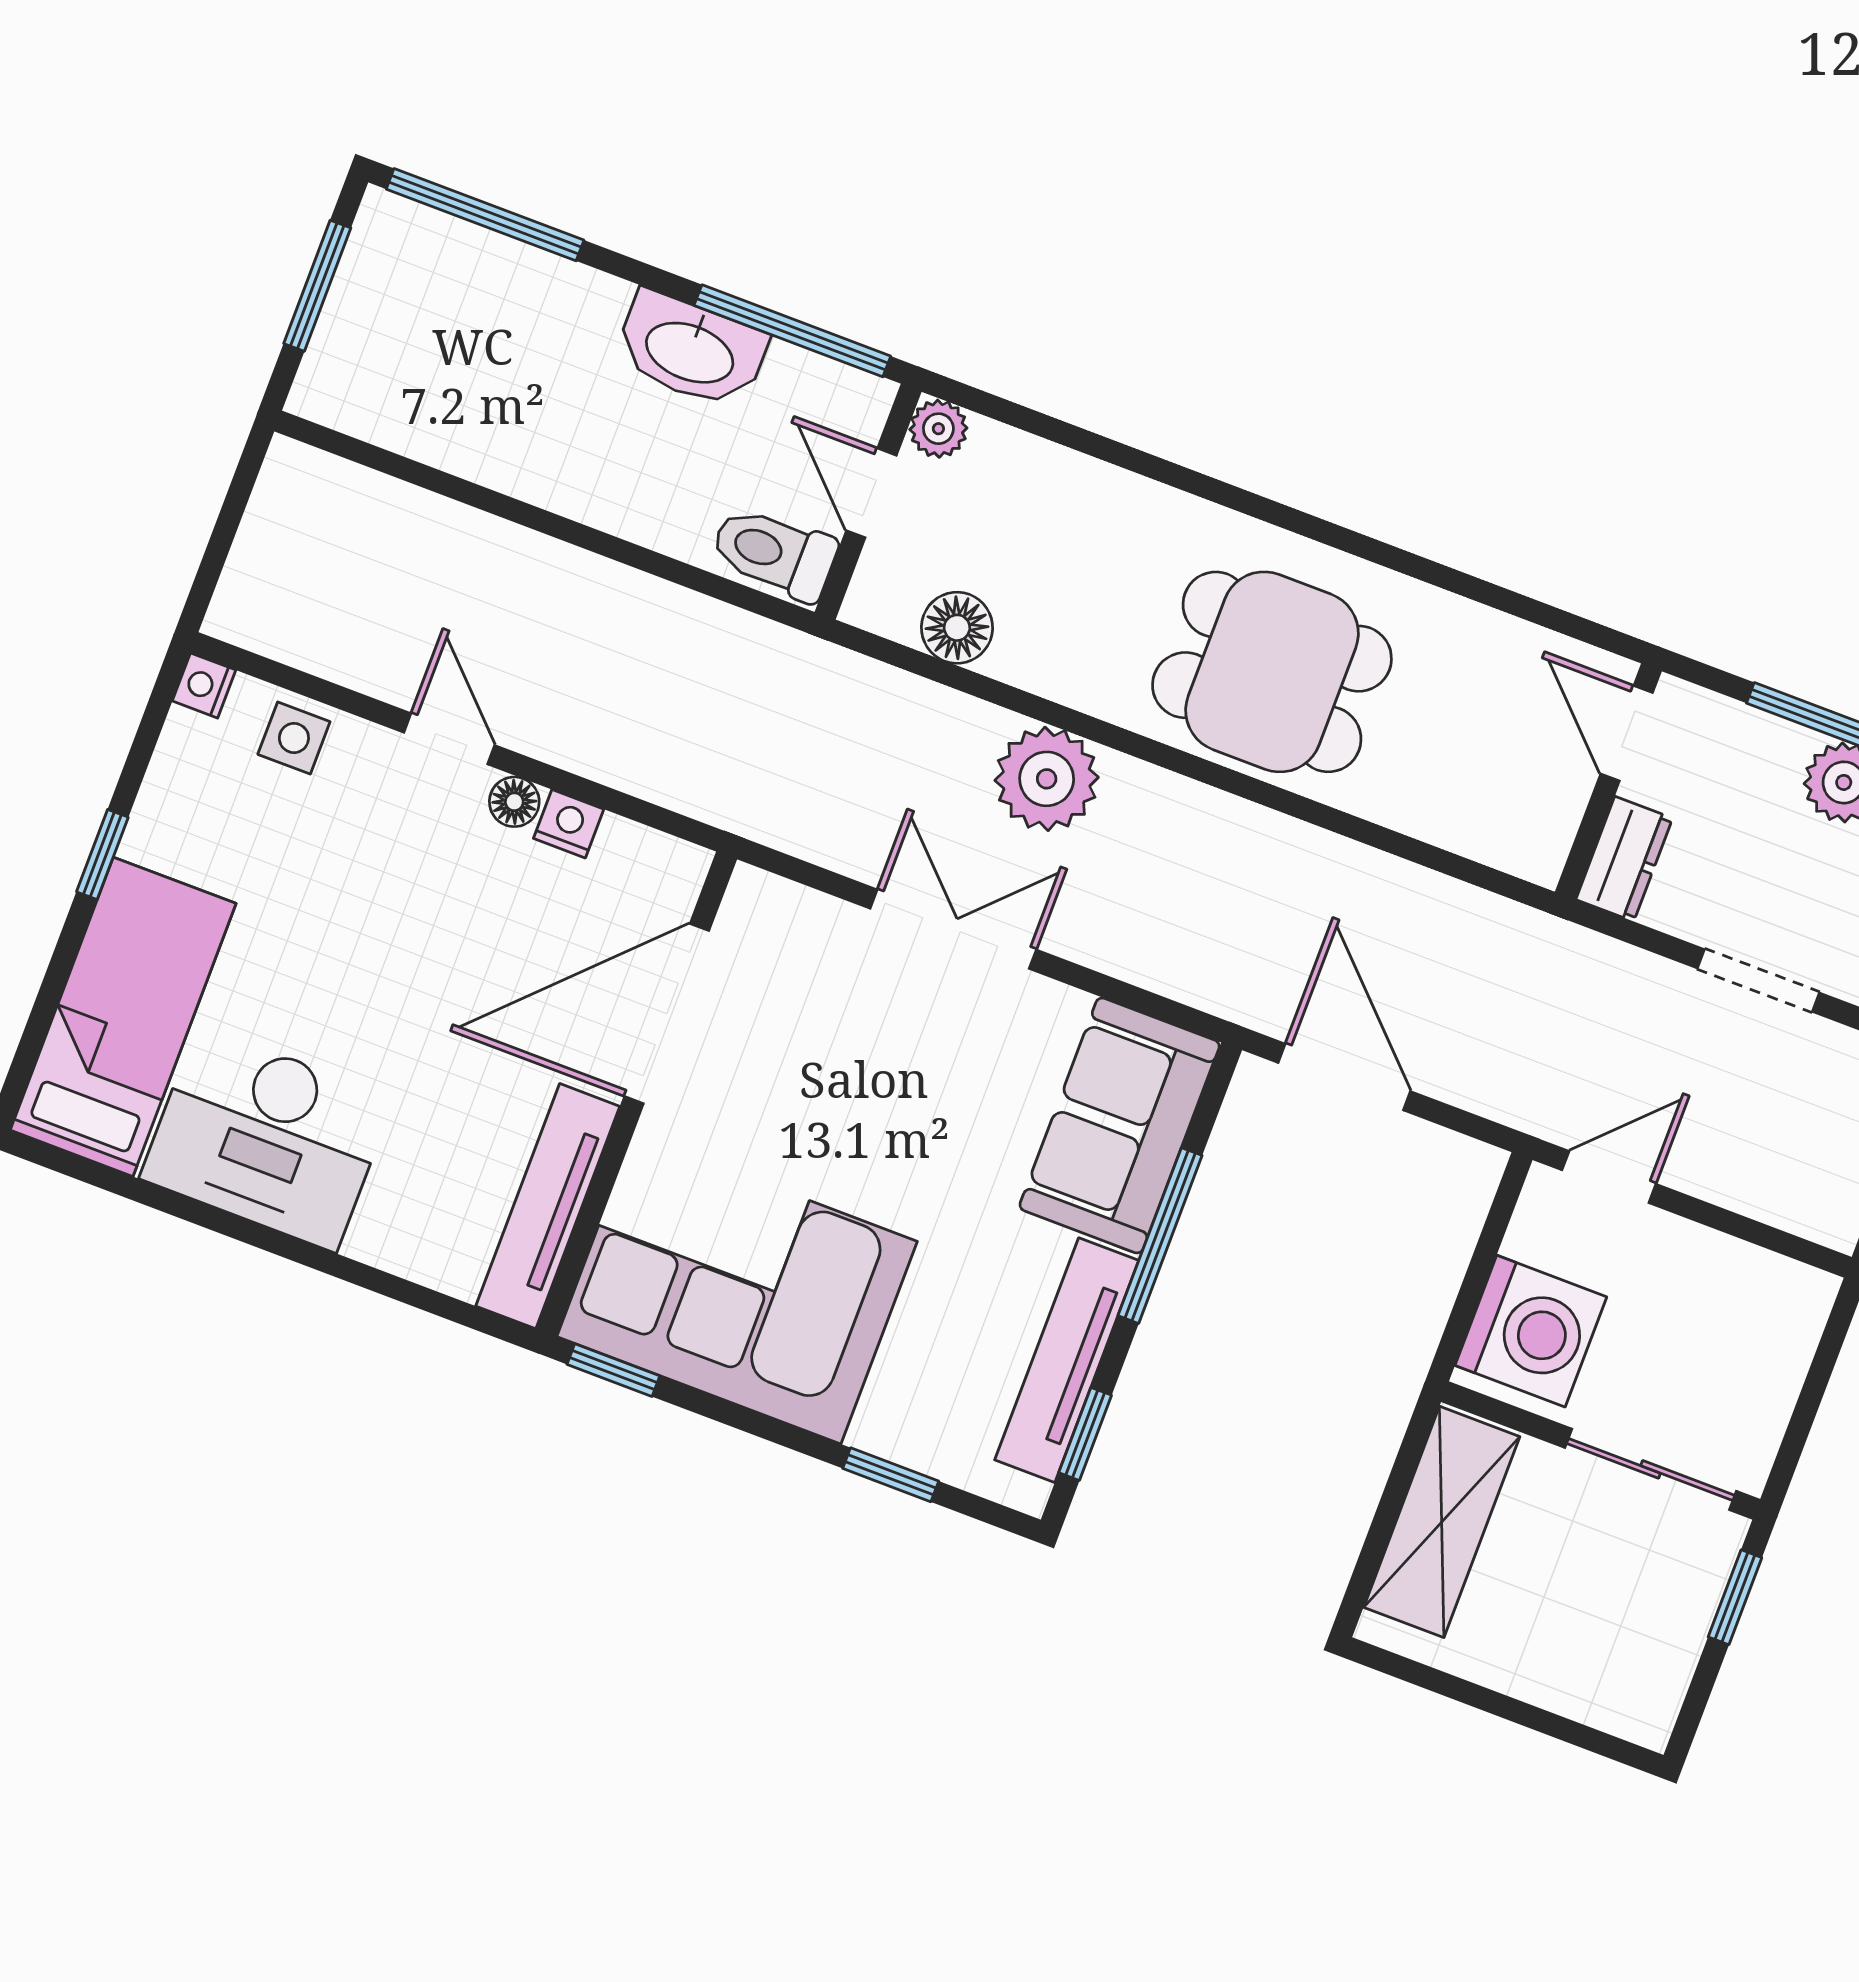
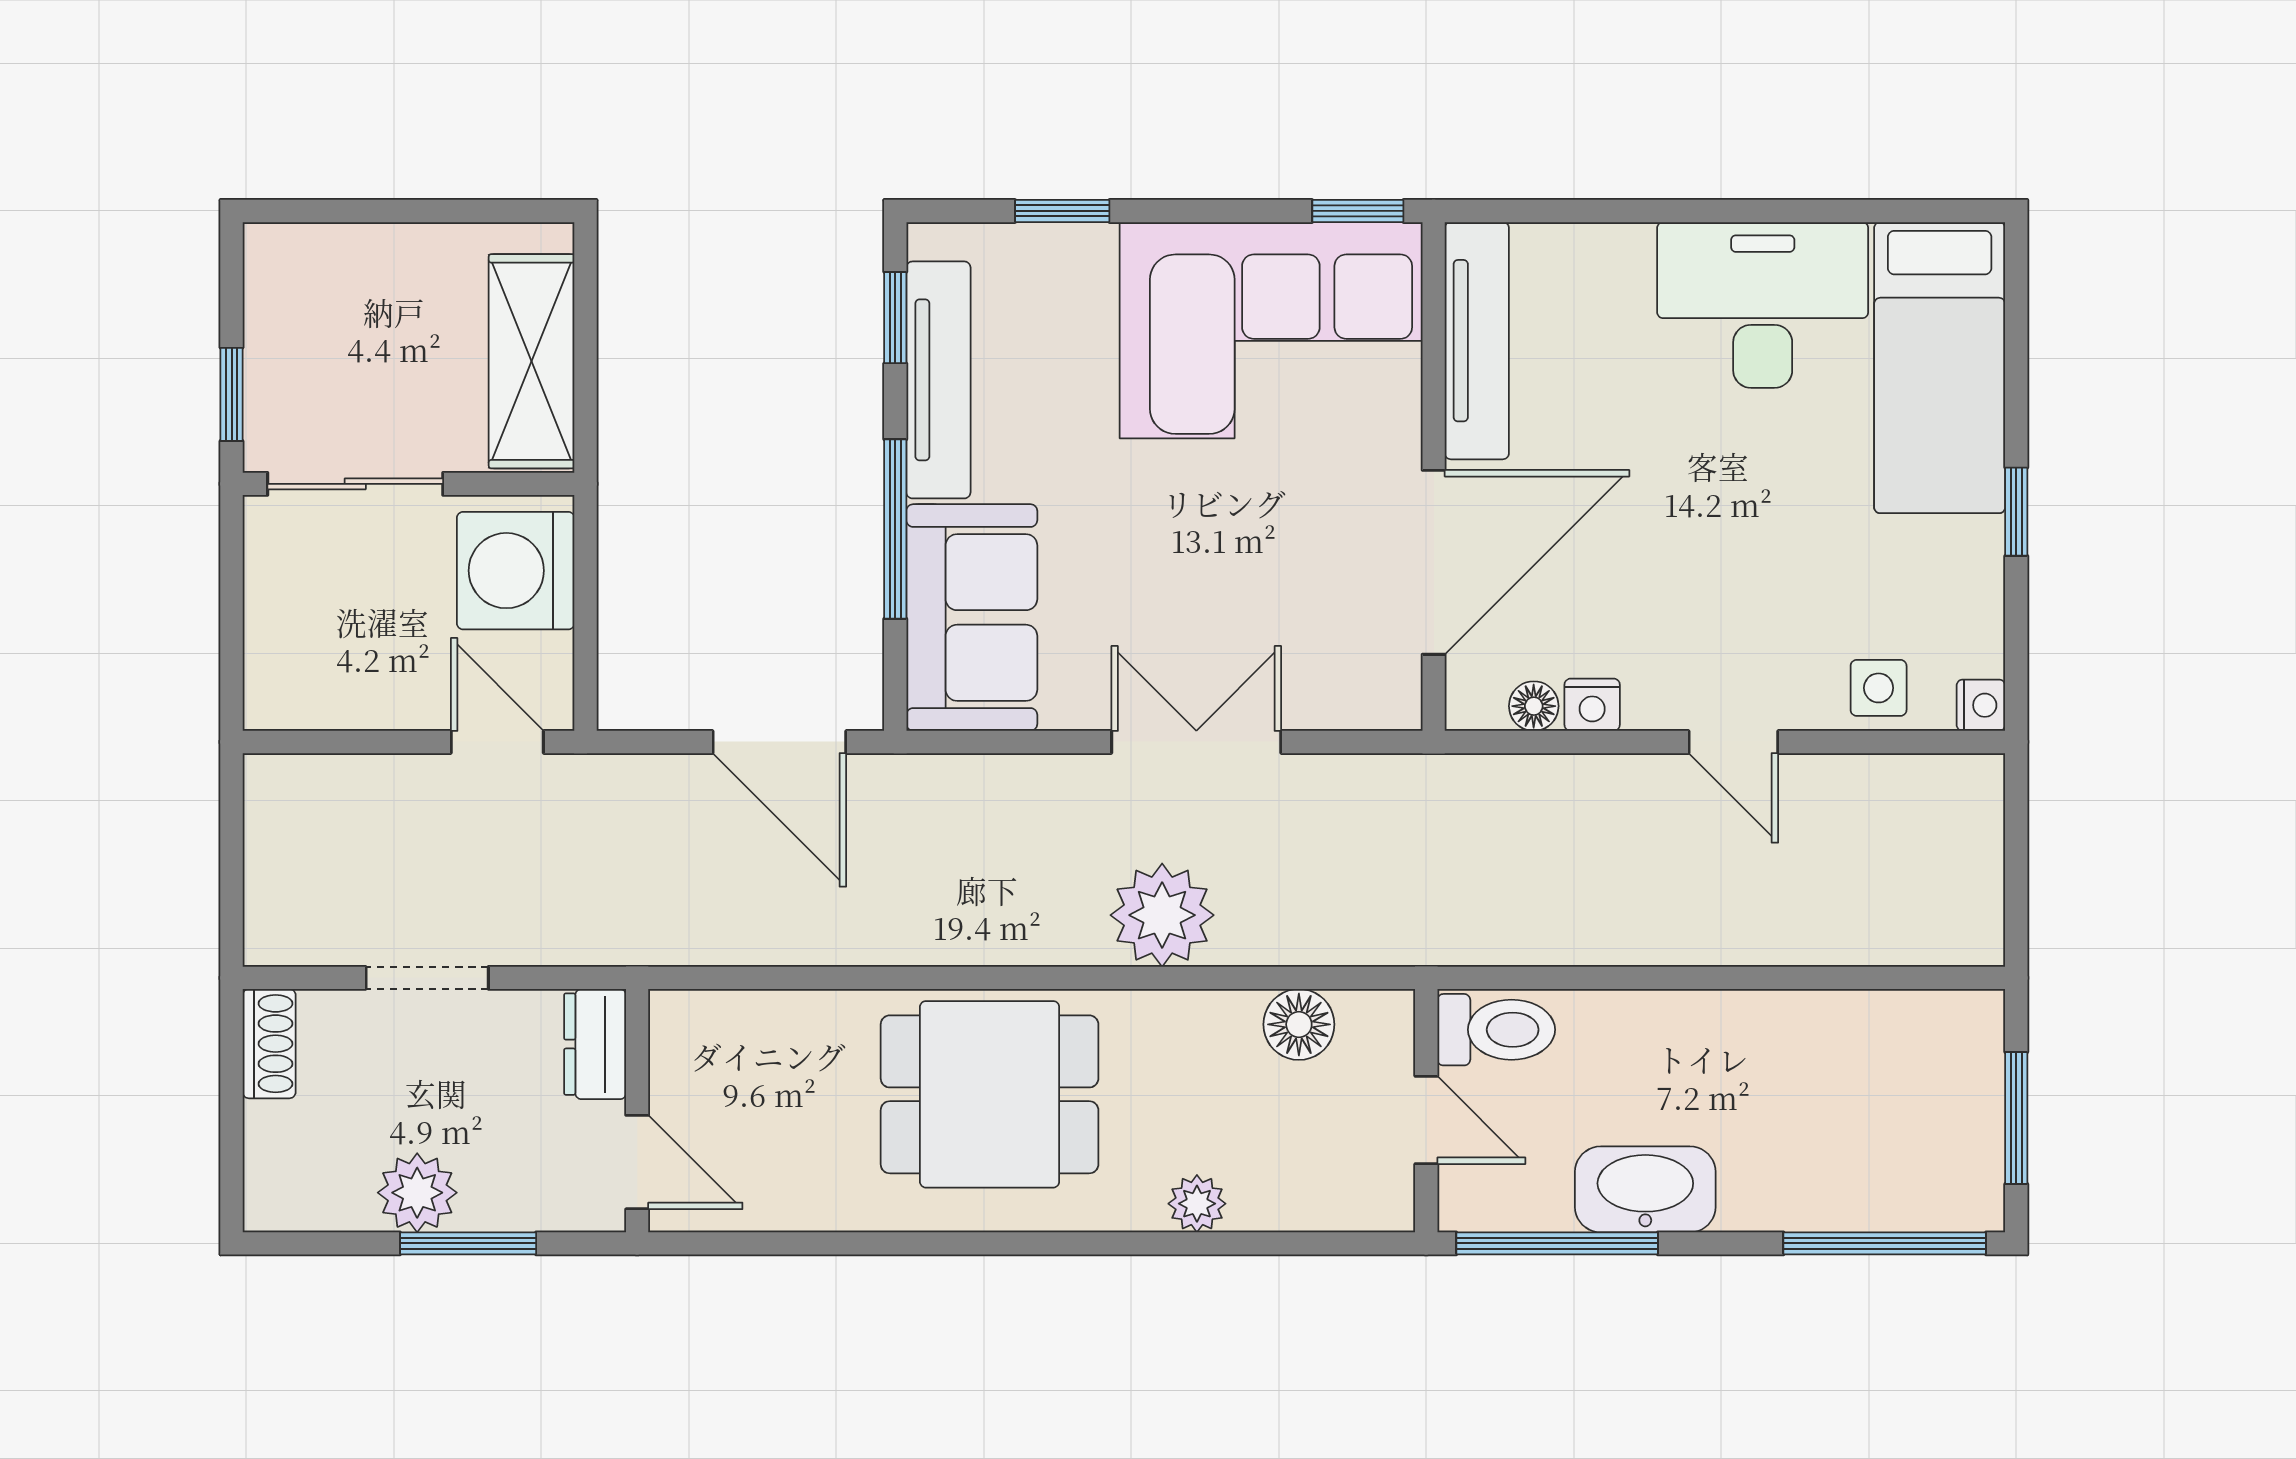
plant: (938, 429) -> (1197, 1204), moved
floor lamp: (514, 802) -> (1534, 706), moved
double door: (953, 929) -> (1196, 742), swing flipped
door: (1609, 1177) -> (497, 742), swing flipped

